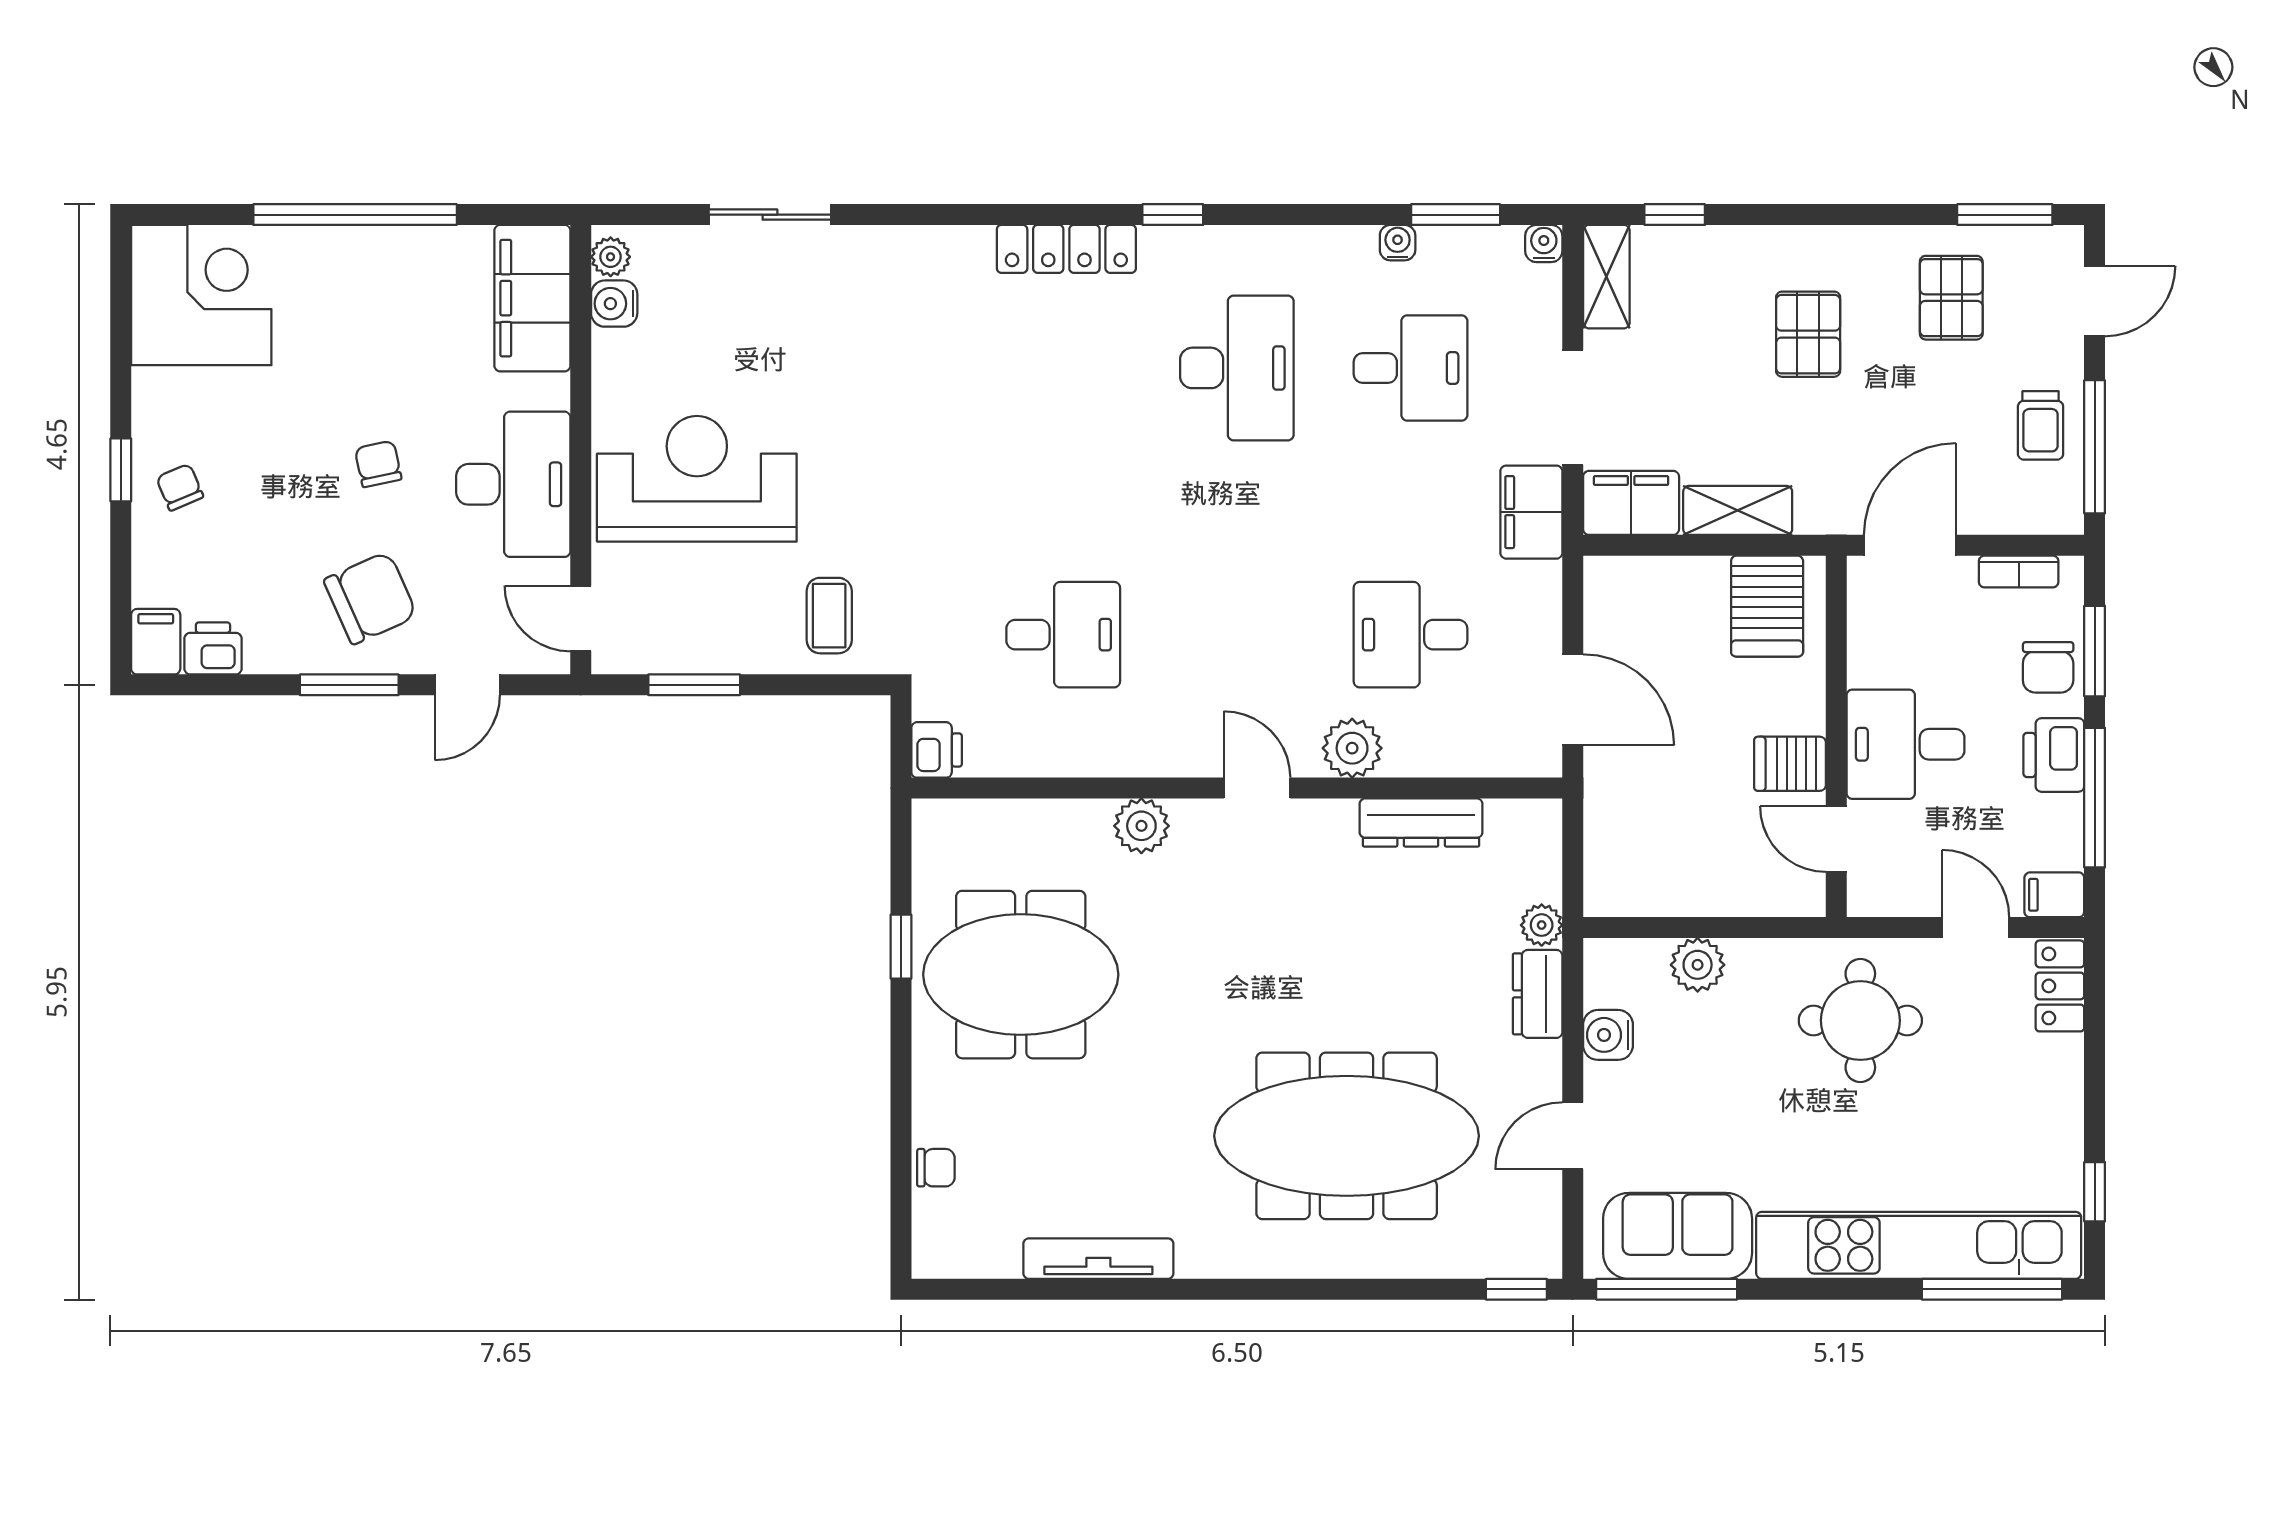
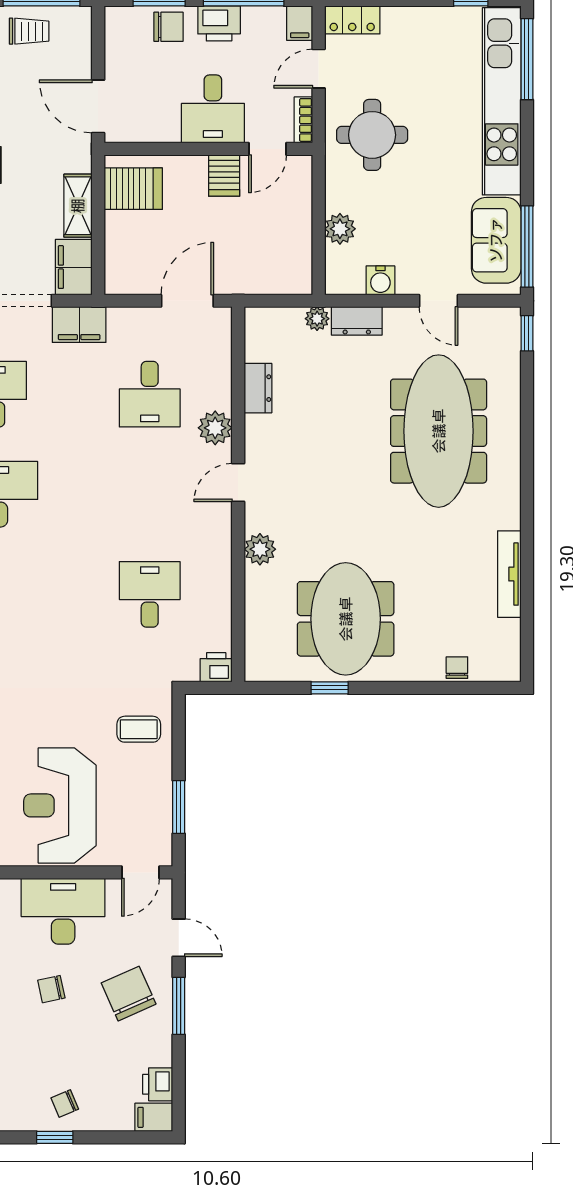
bookcase: (2019, 572) -> (303, 120), moved, turned 180
dresser: (1421, 822) -> (258, 388), width x0.70

